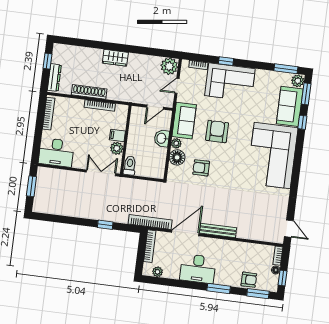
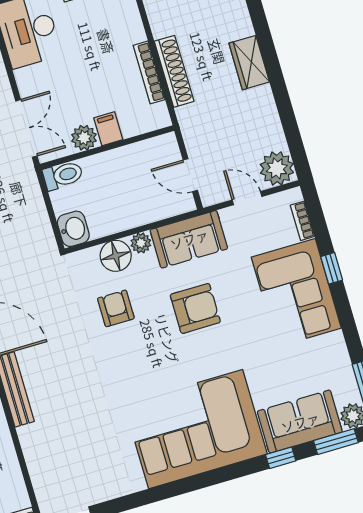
shoe rack: (89, 92) -> (174, 71), moved
washbasin: (162, 138) -> (73, 229), moved, turned 90

